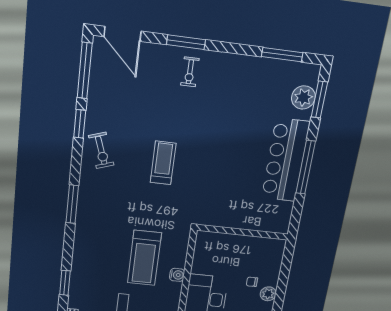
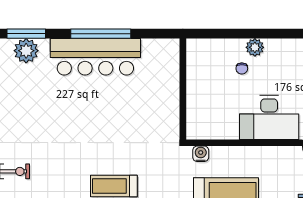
water cooler: (177, 275) -> (201, 154), moved

